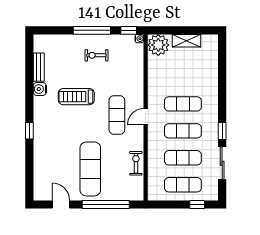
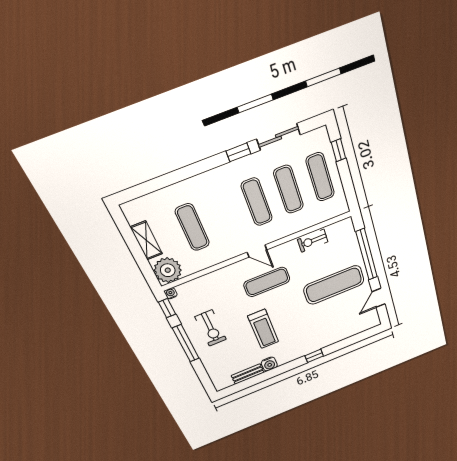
exercise bike: (96, 55) -> (211, 328), width x1.38, depth x1.39
exercise mat: (183, 104) -> (192, 227), moved

